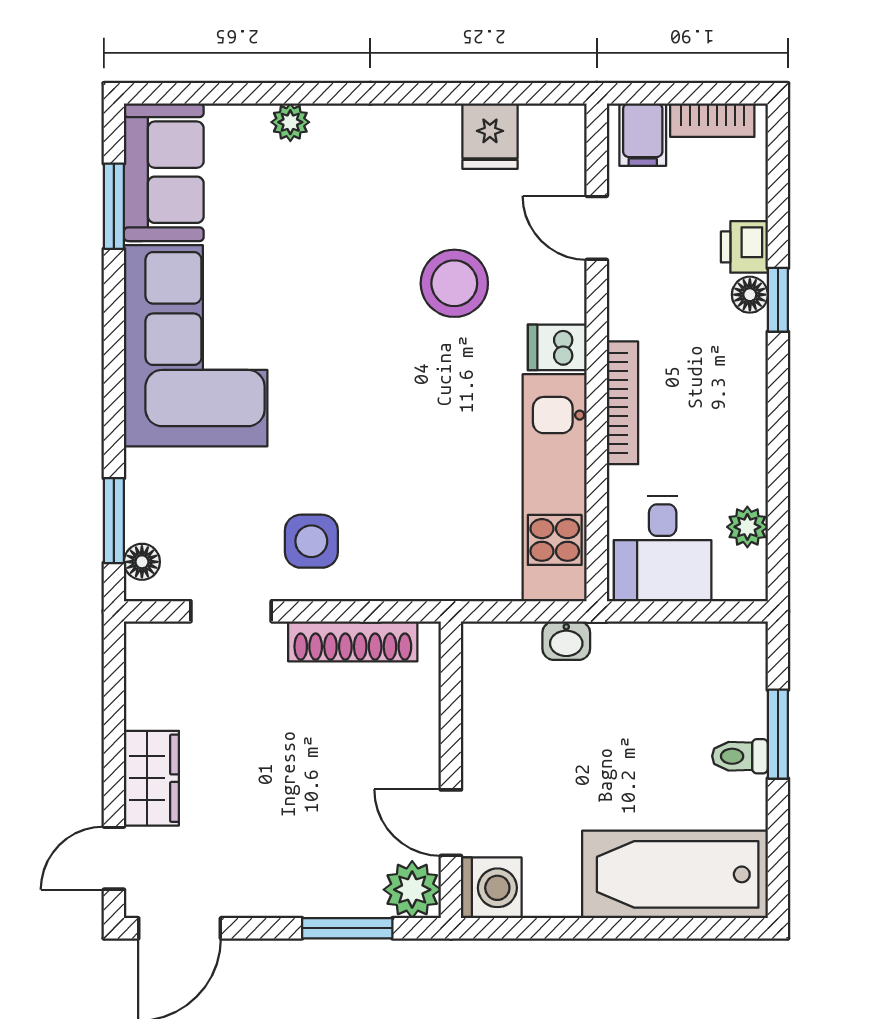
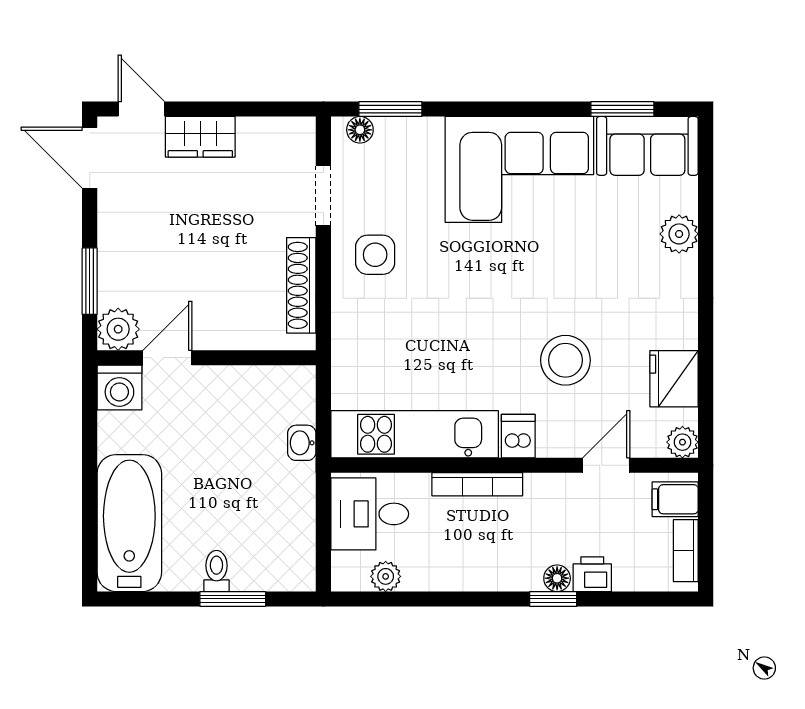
plant: (290, 122) -> (679, 234), width x1.38, depth x1.38
plant: (565, 125) -> (682, 442), added
fridge: (490, 136) -> (674, 379), width x1.38

